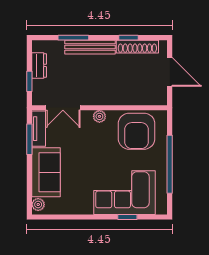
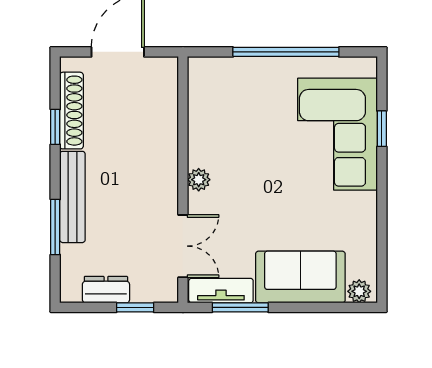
armchair: (137, 131) -> (226, 112), removed

